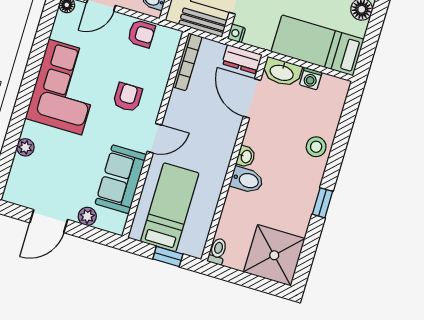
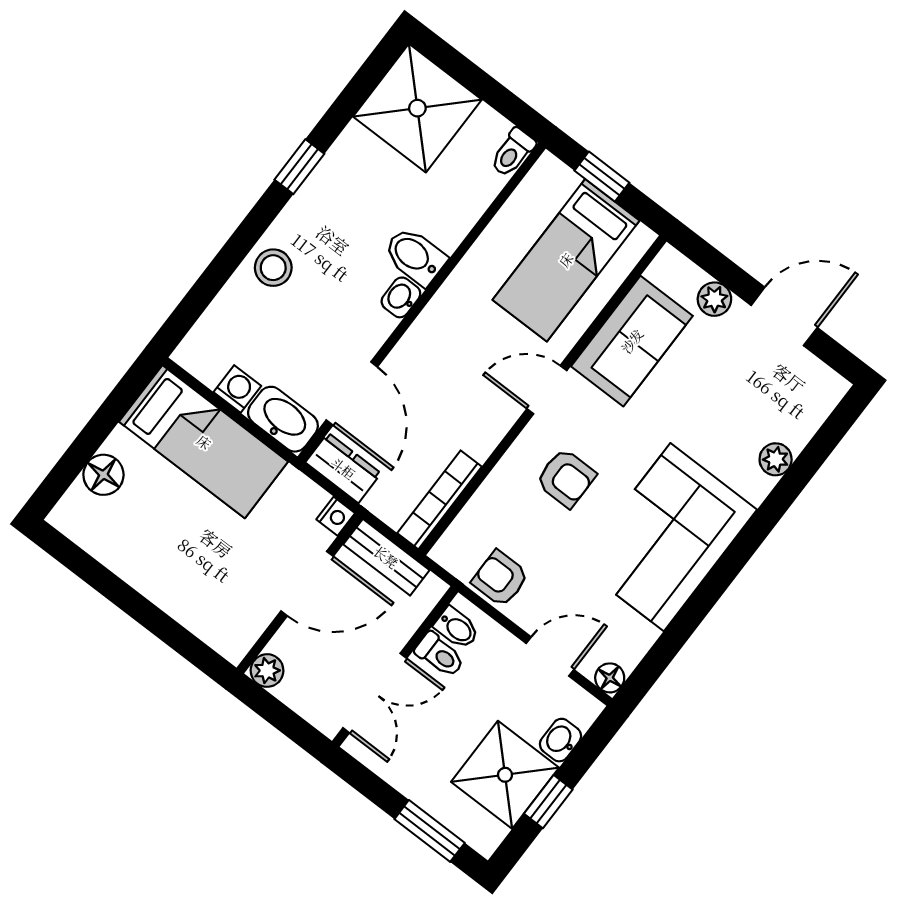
armchair: (128, 97) -> (566, 478), turned -90

